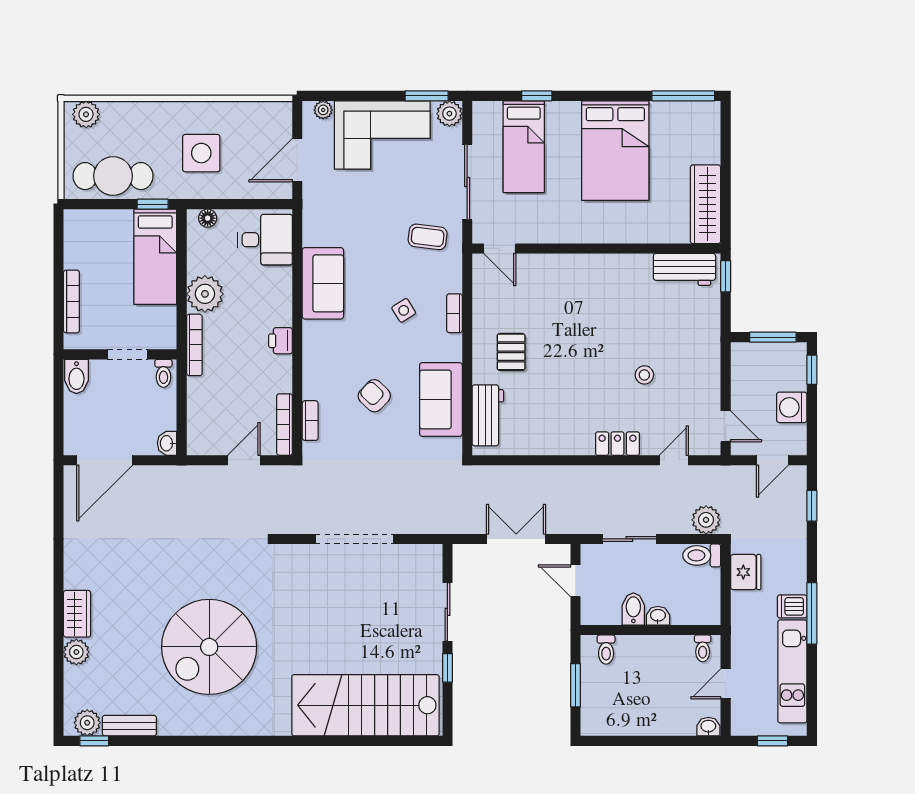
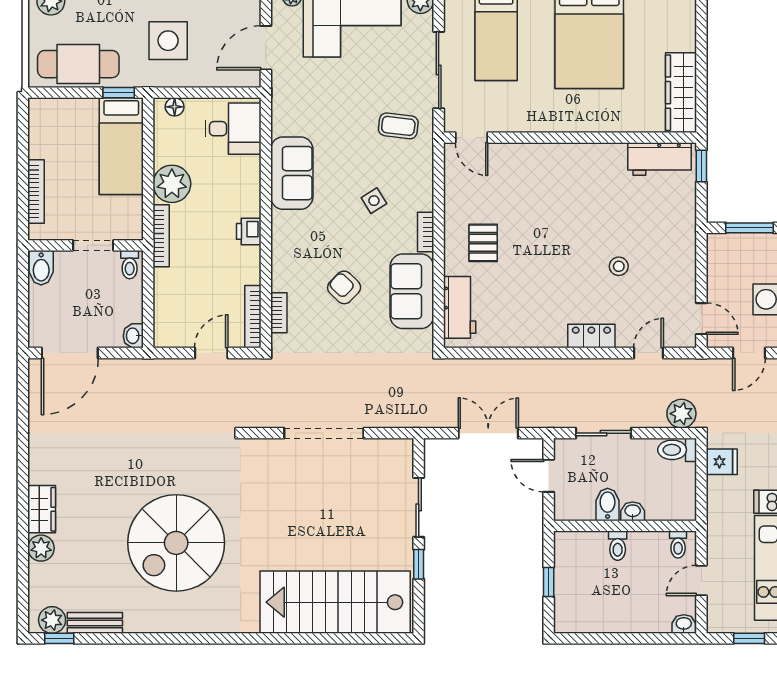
bookcase: (454, 313) -> (426, 232), moved
fridge: (746, 572) -> (722, 462), width x0.72
toilet: (606, 650) -> (618, 546), moved
window: (575, 685) -> (549, 582), width x0.67

